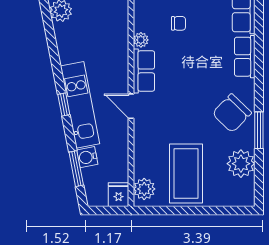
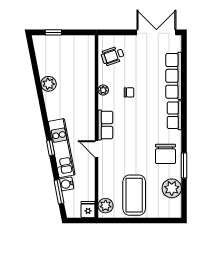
plant: (141, 40) -> (103, 90), moved
chair: (232, 113) -> (165, 154), turned -44

